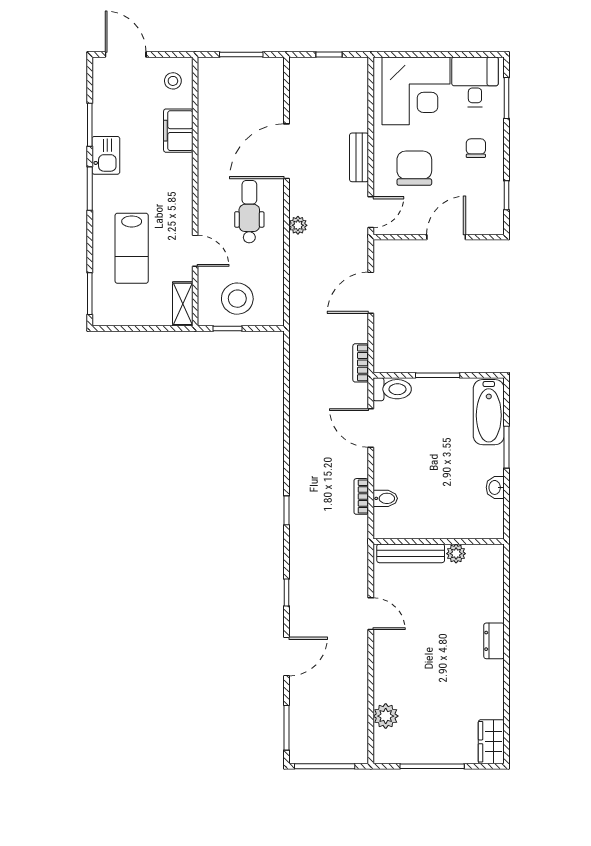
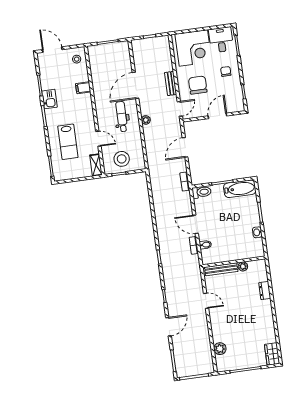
filing cabinet: (178, 131) -> (83, 88), width x0.50
bathtub: (489, 412) -> (240, 189), moved, turned -90
door: (371, 428) -> (196, 224), moved
dresser: (494, 641) -> (265, 291), moved

